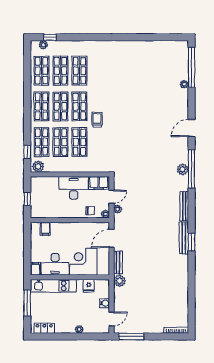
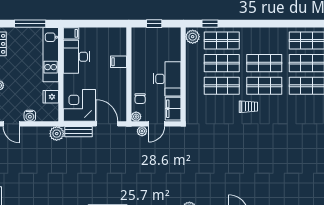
shop shelf: (41, 106) -> (264, 41), removed
door: (111, 197) -> (157, 124), hinge flipped
filing cabinet: (45, 229) -> (119, 62), moved
corner desk: (83, 262) -> (79, 105), moved, turned -90

